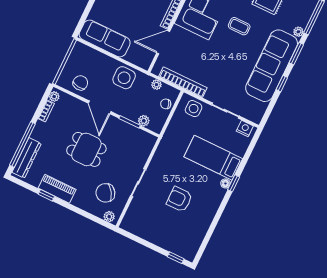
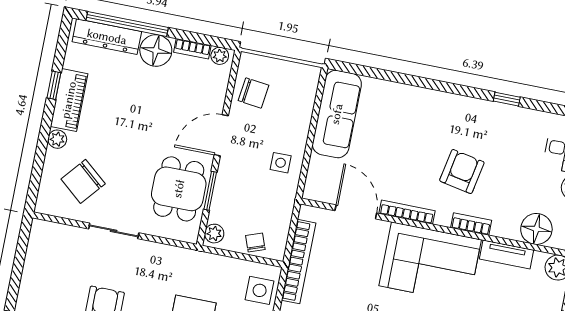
side table: (124, 78) -> (281, 163), width x0.54, depth x0.54
plant: (156, 85) -> (283, 219), removed
plant: (144, 121) -> (214, 234), moved
floor lamp: (42, 132) -> (156, 51), added
dining table: (86, 149) -> (179, 189), moved
chair: (105, 193) -> (83, 181), turned -106
plant: (109, 217) -> (57, 139), moved

